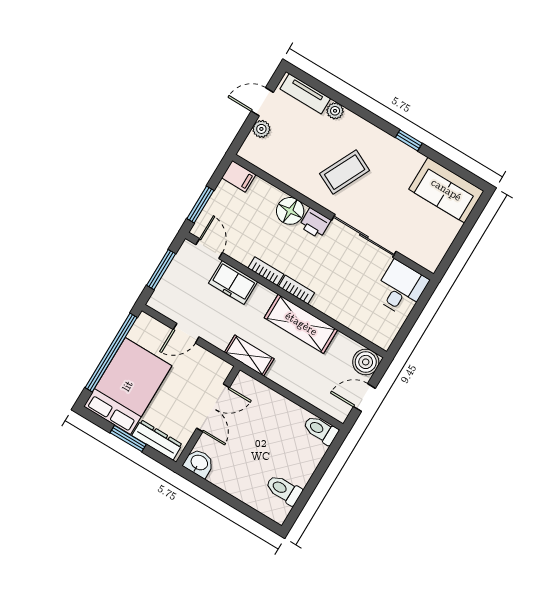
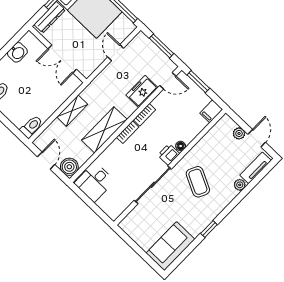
floor lamp: (290, 211) -> (181, 146), width x0.53, depth x0.53
desk: (401, 288) -> (94, 182), moved, turned 90
shelving: (249, 356) -> (72, 111), moved
washbasin: (199, 463) -> (17, 52), moved

